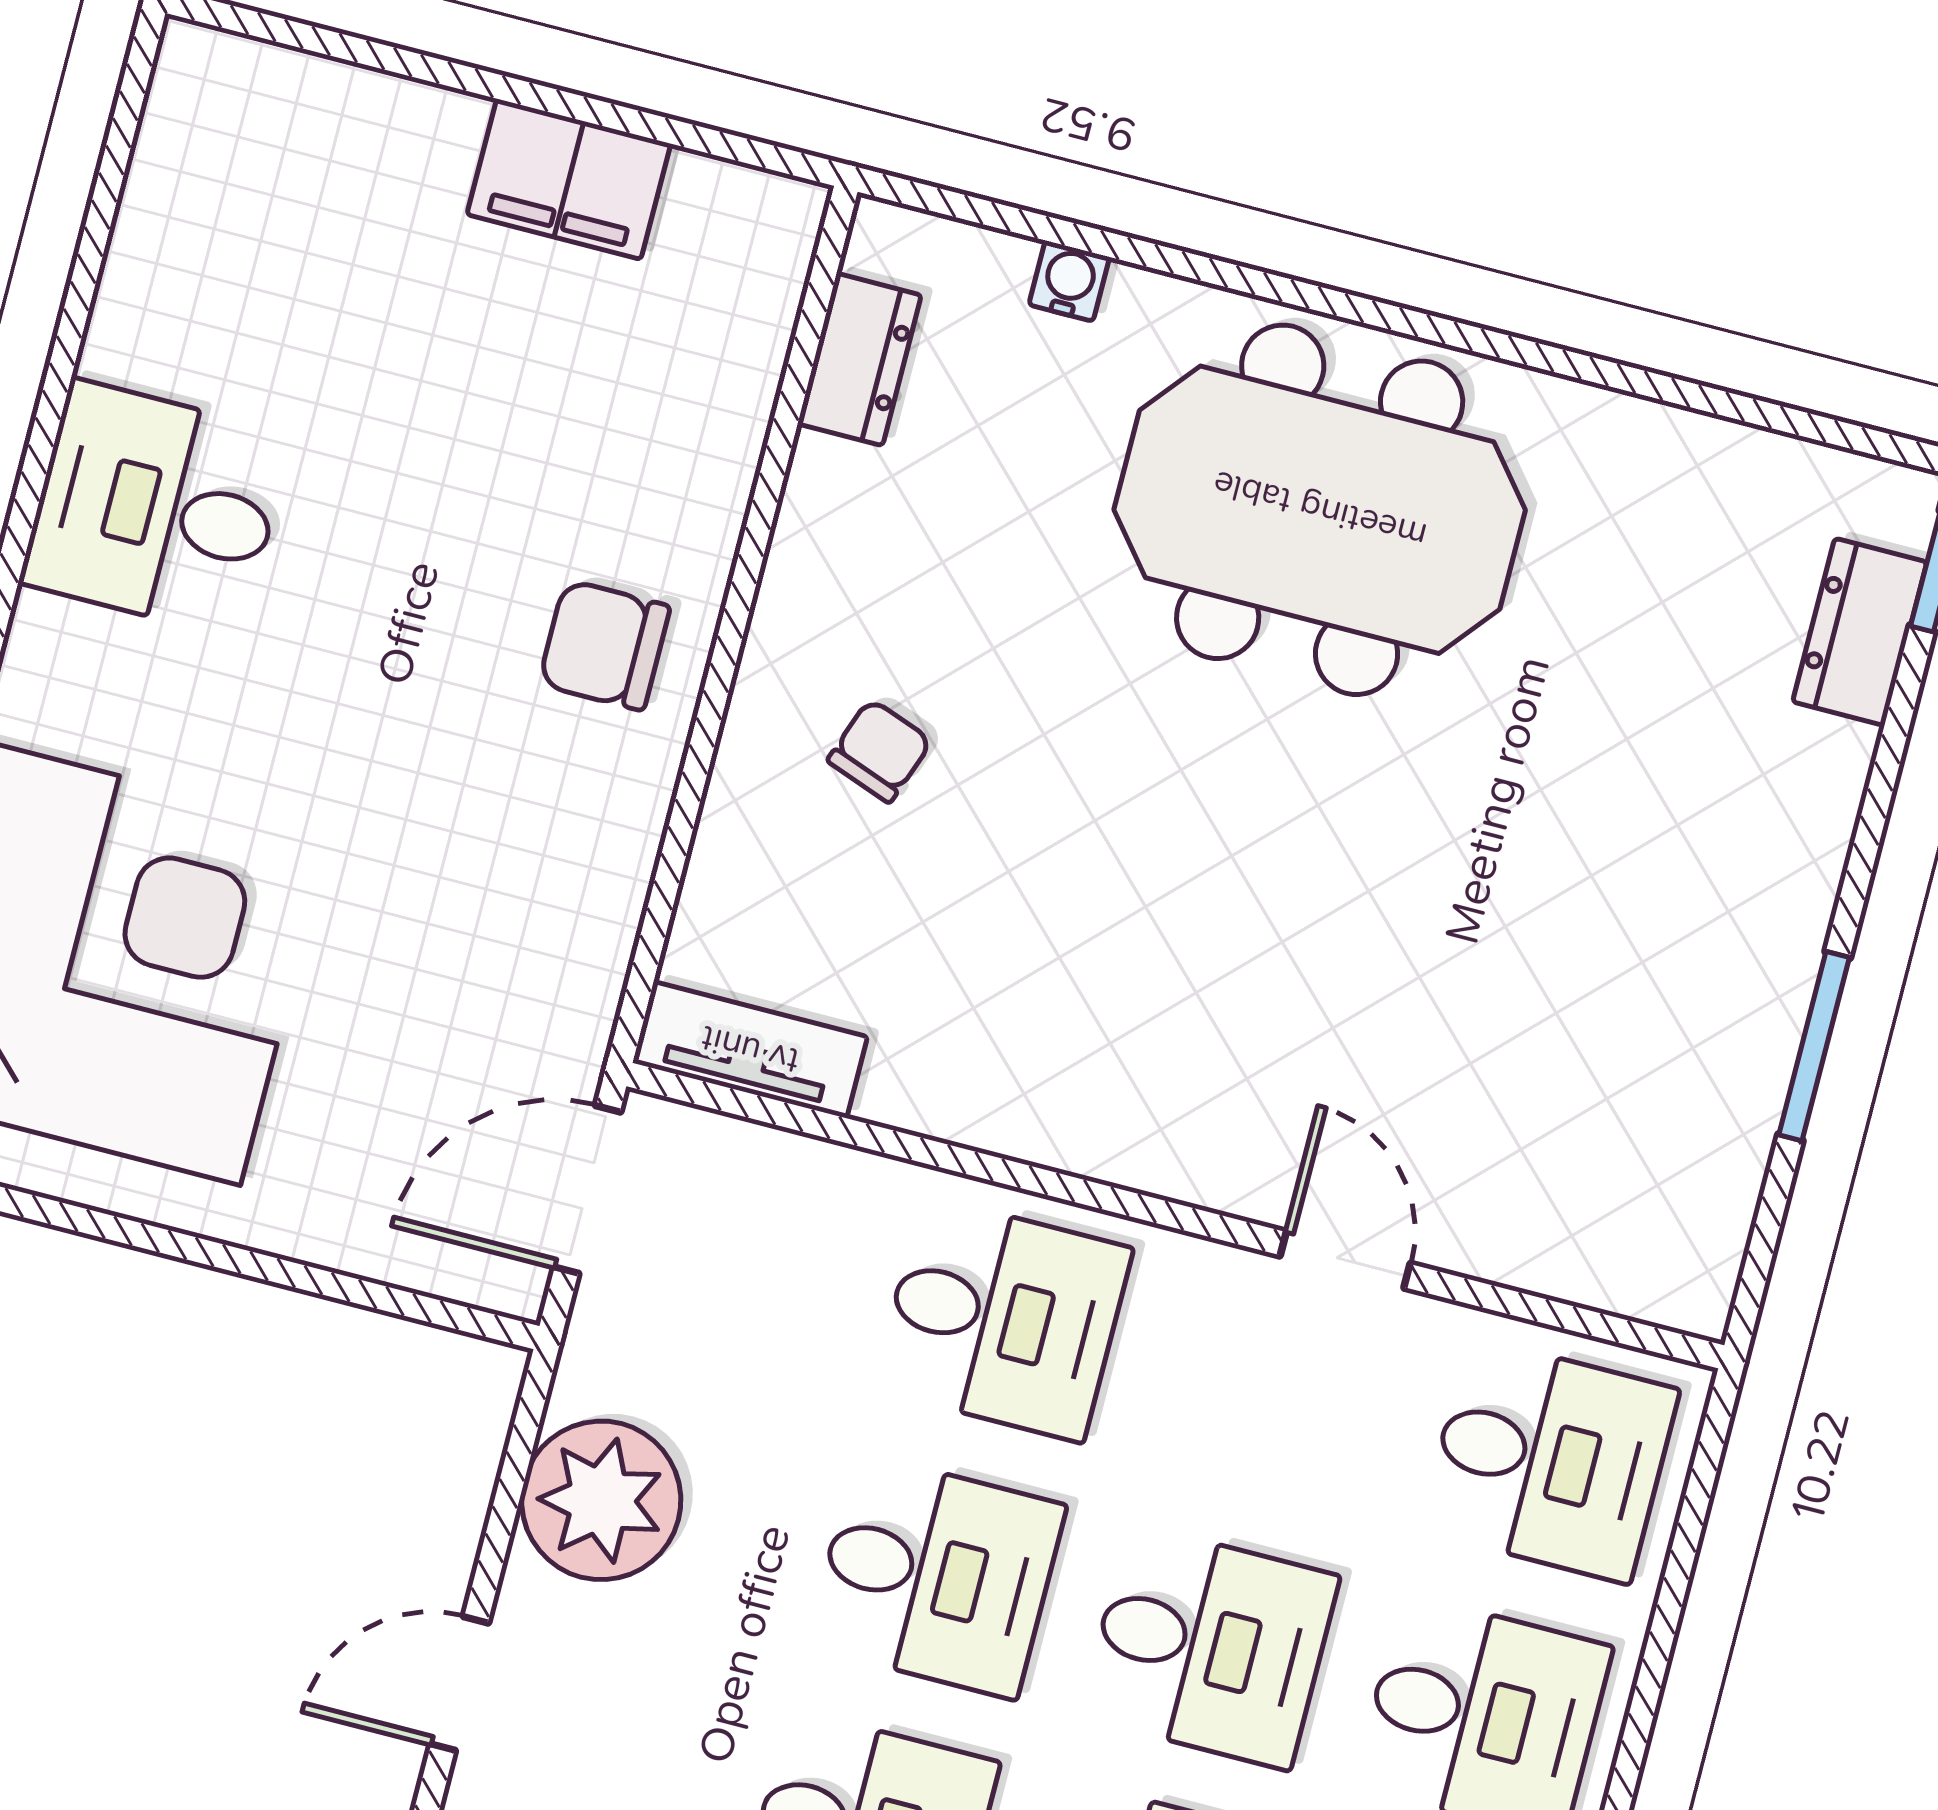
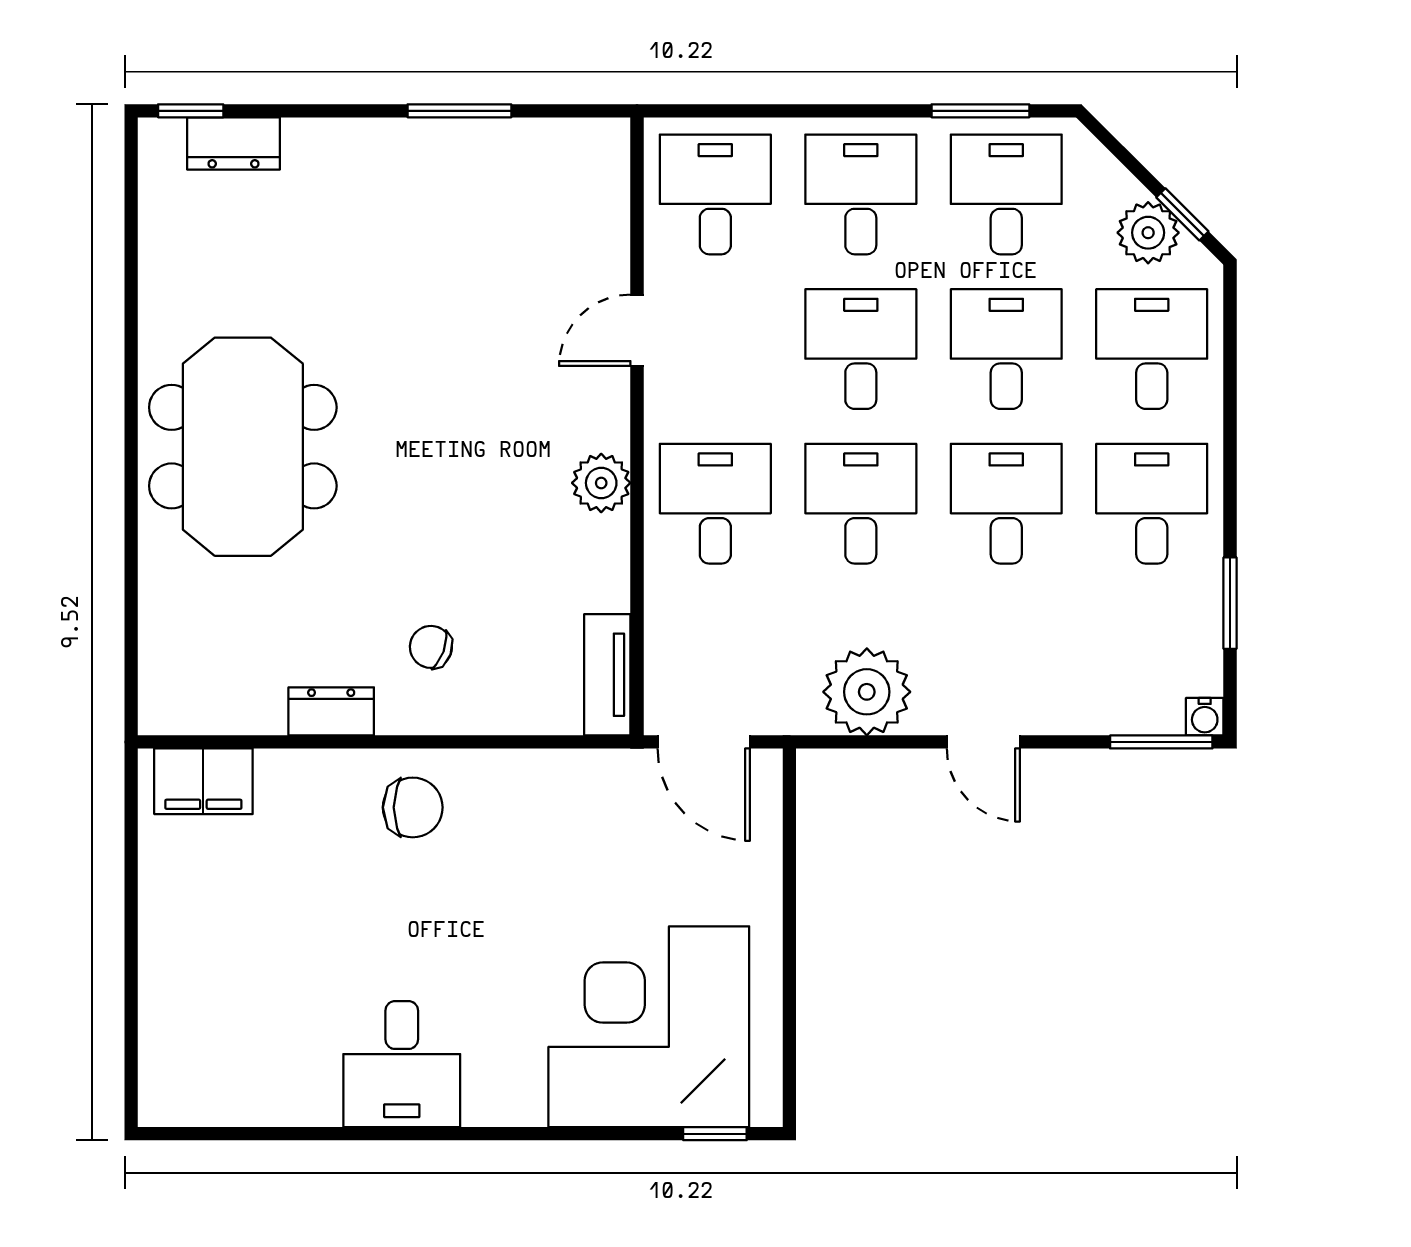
filing cabinet: (569, 179) -> (203, 781), moved, turned 90
water cooler: (1069, 281) -> (156, 611), removed
dresser: (859, 359) -> (331, 711), moved
chair: (604, 645) -> (413, 807), turned -90
plant: (1092, 1127) -> (601, 483), added

